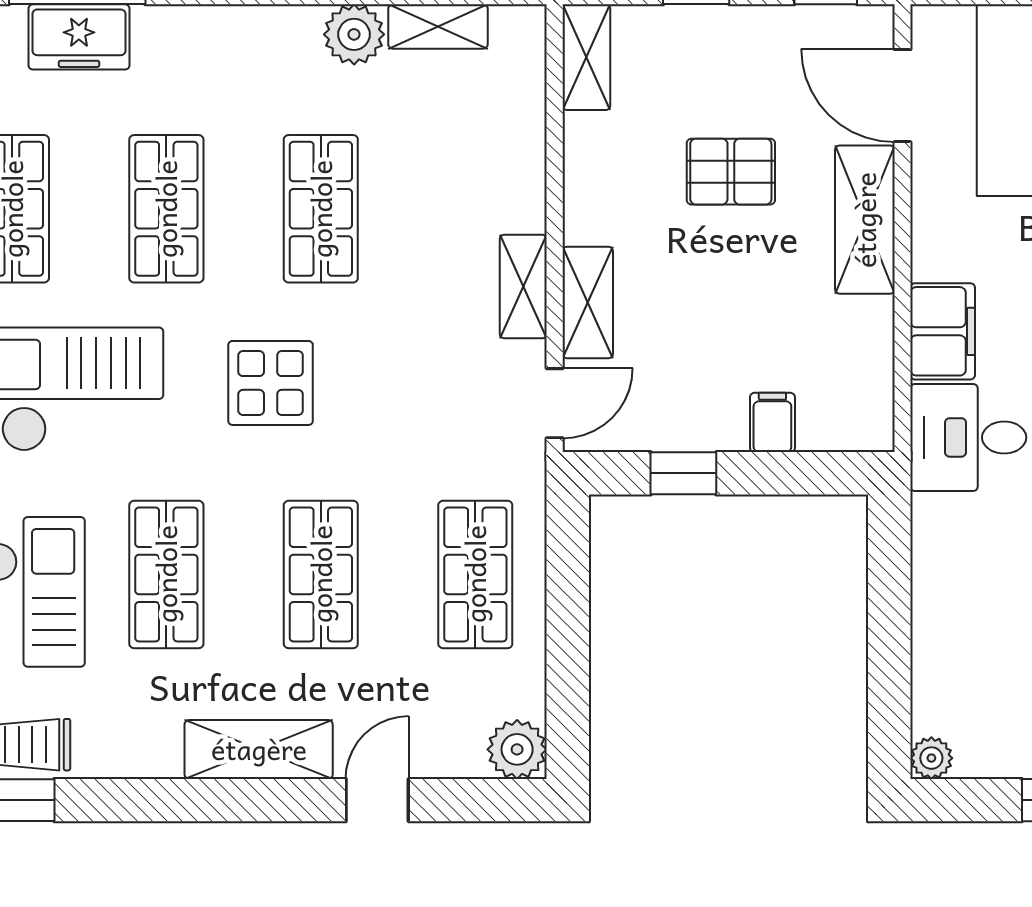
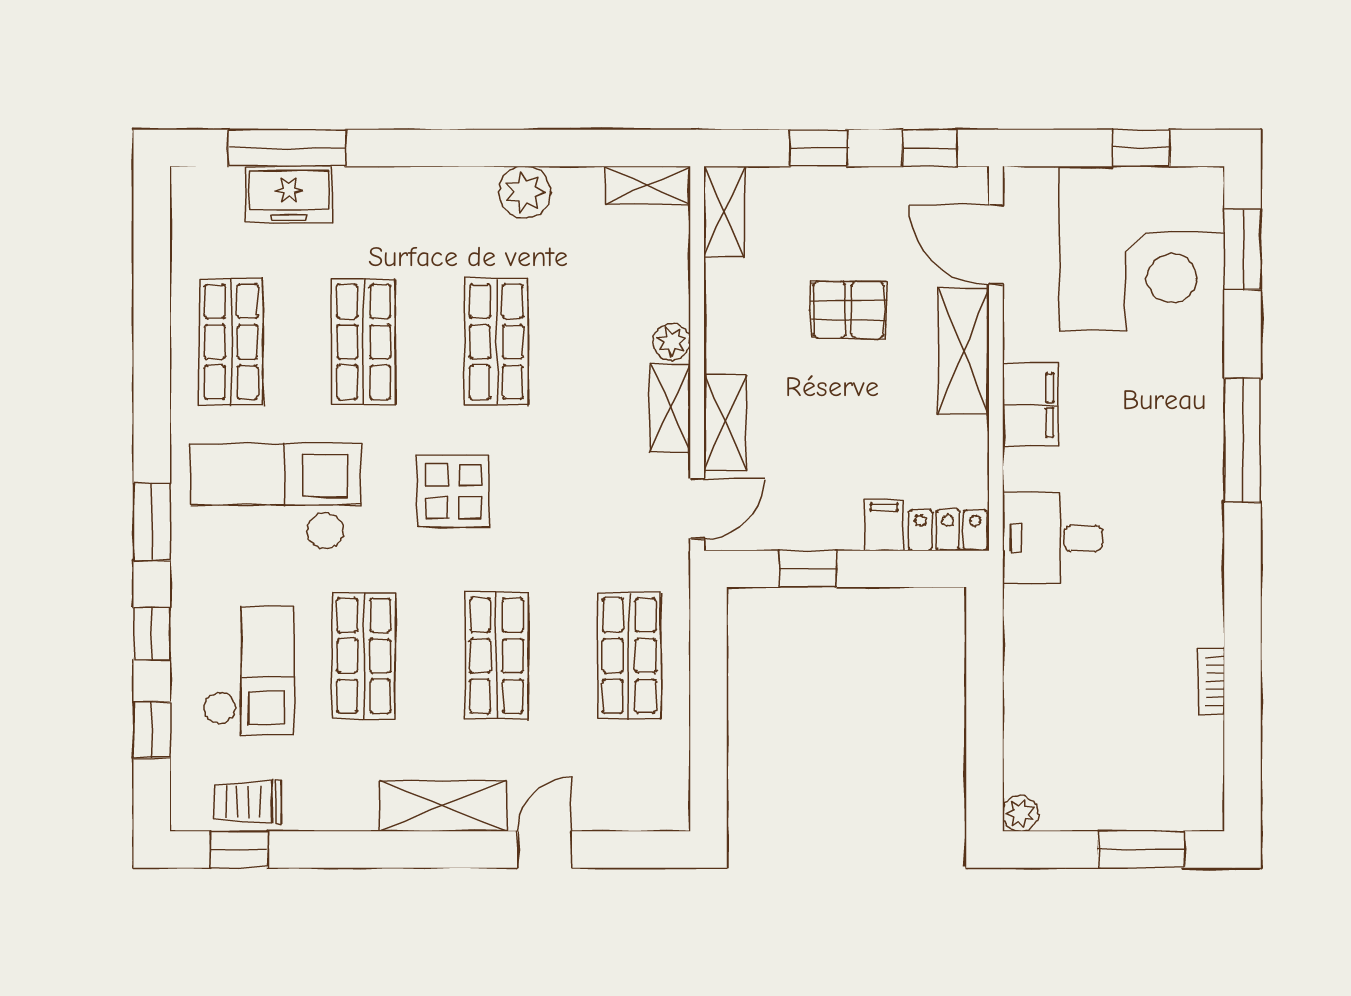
shelving: (438, 26) -> (648, 185), moved
filing cabinet: (943, 331) -> (1030, 405), moved
locker: (847, 428) -> (948, 530), added
plant: (517, 749) -> (672, 342), moved, width x0.73, depth x0.73

